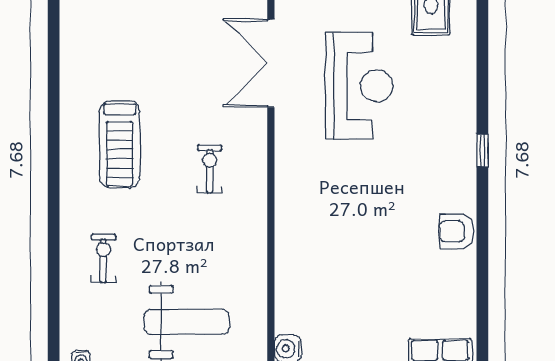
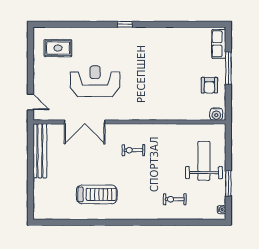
treadmill: (120, 144) -> (97, 194), moved
armchair: (457, 231) -> (209, 85), moved

